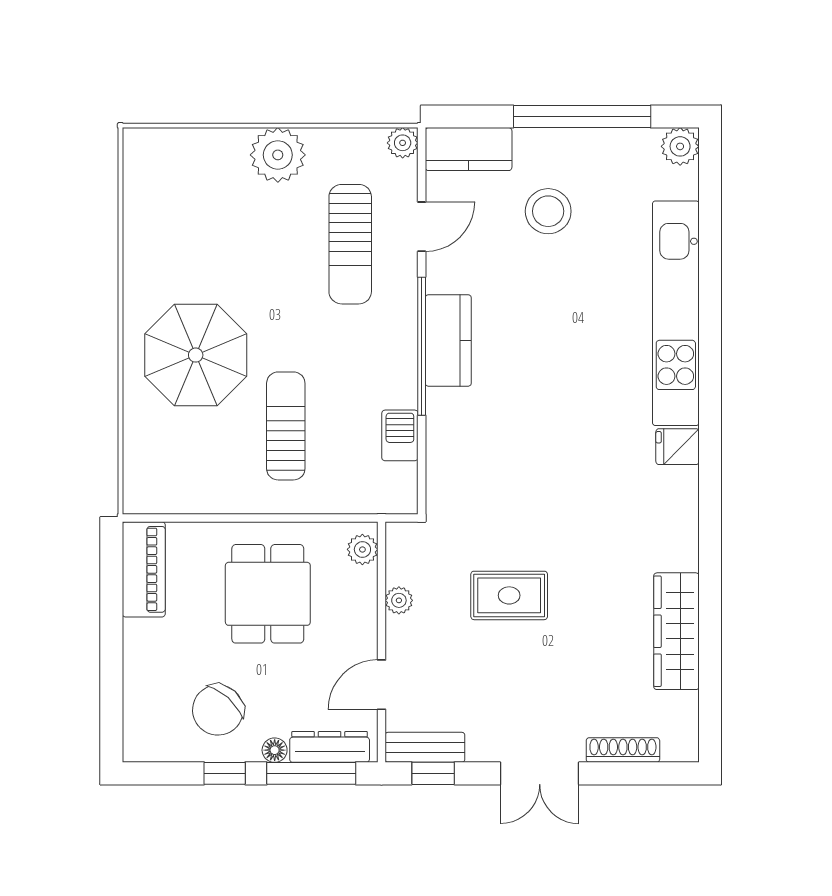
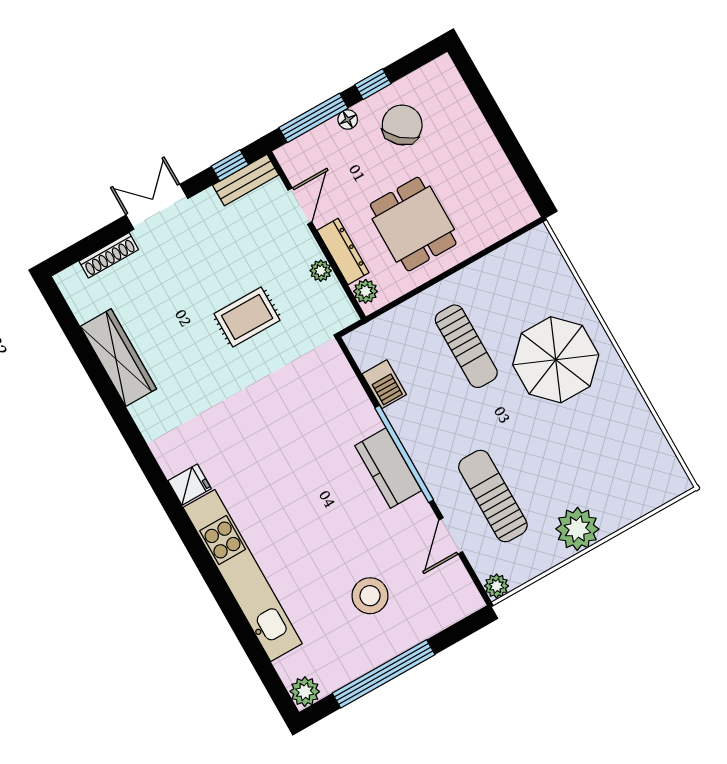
kitchen counter: (469, 149) -> (449, 607), removed
piano: (144, 569) -> (508, 193), removed
dresser: (330, 747) -> (343, 251), moved, turned -90

